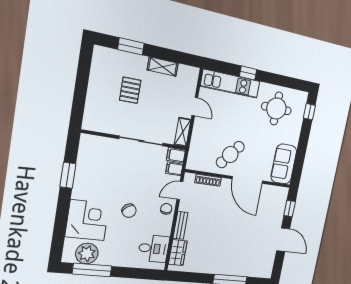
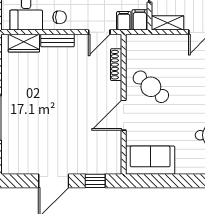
door: (247, 180) -> (124, 115), width x0.73
door: (180, 190) -> (99, 32), swing flipped
chair: (166, 209) -> (60, 17), moved

